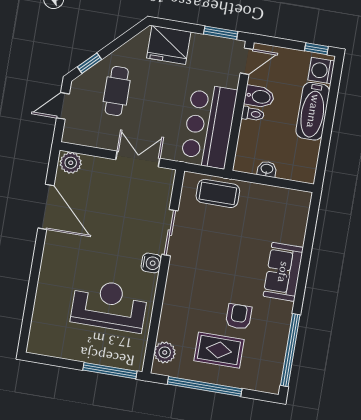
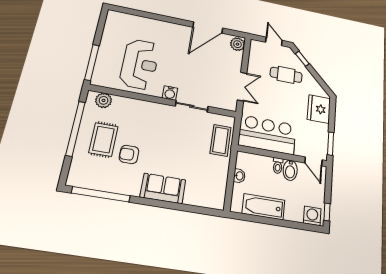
bathtub: (313, 111) -> (263, 207), moved
armchair: (239, 317) -> (129, 154), turned 180

